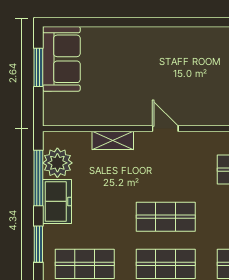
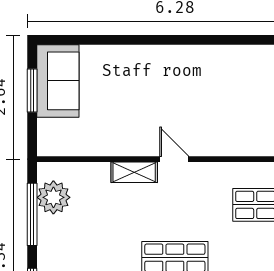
shelving: (113, 140) -> (134, 172), moved
freezer: (57, 201) -> (53, 241), removed

